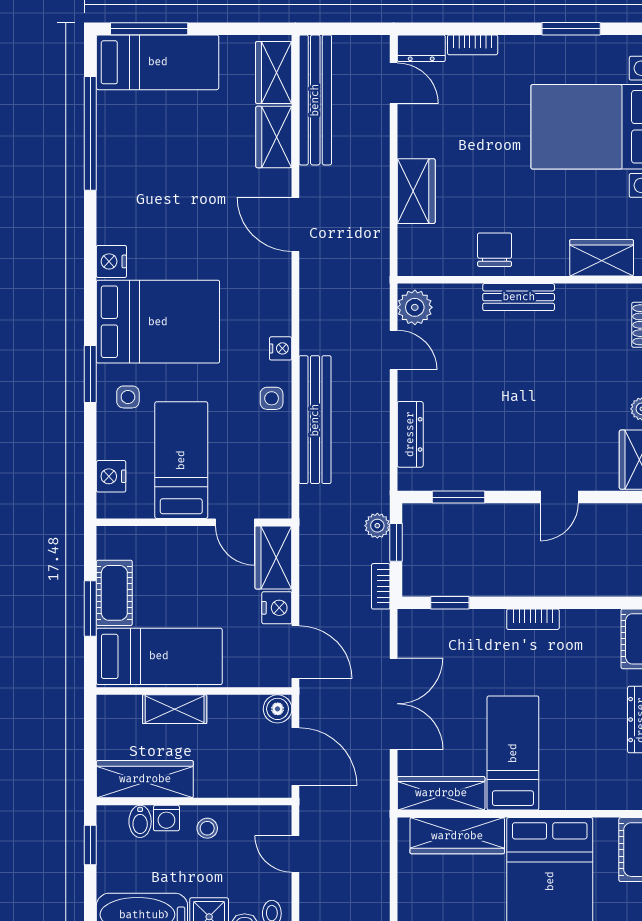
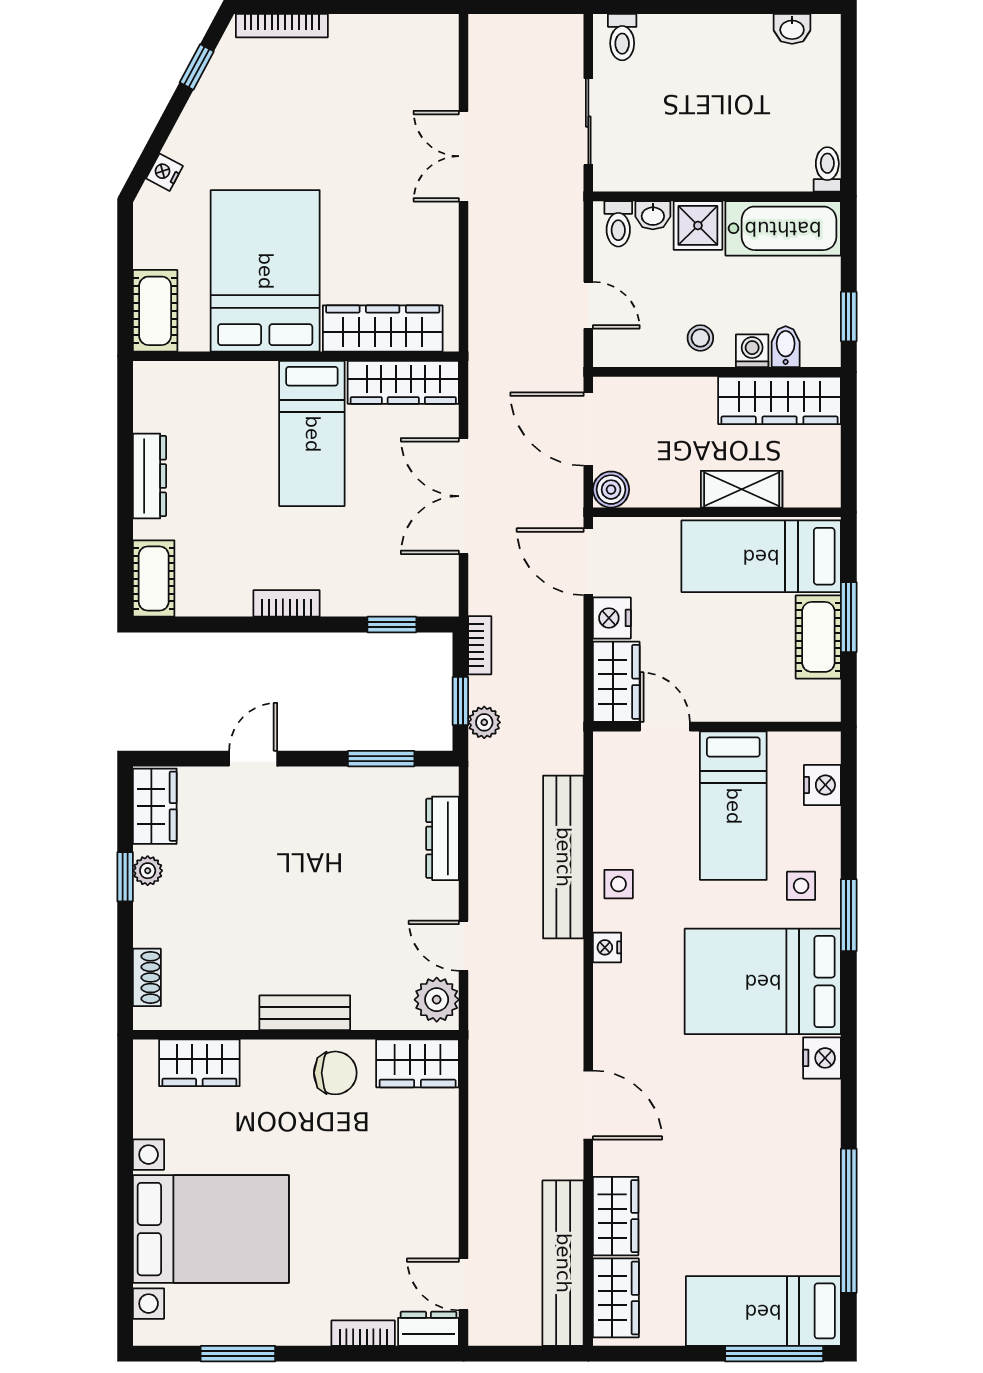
wardrobe: (416, 191) -> (418, 1063), moved, turned -90
chair: (495, 250) -> (335, 1073), turned -90

